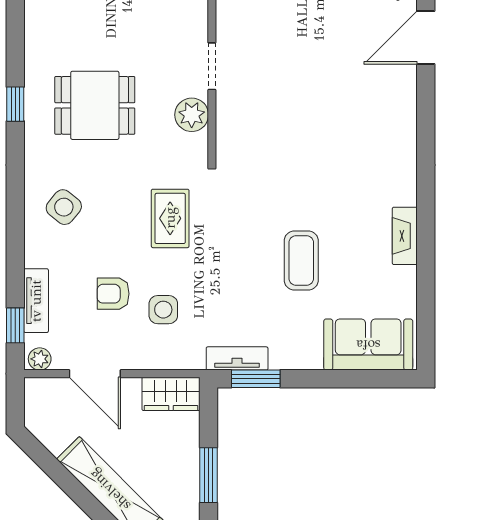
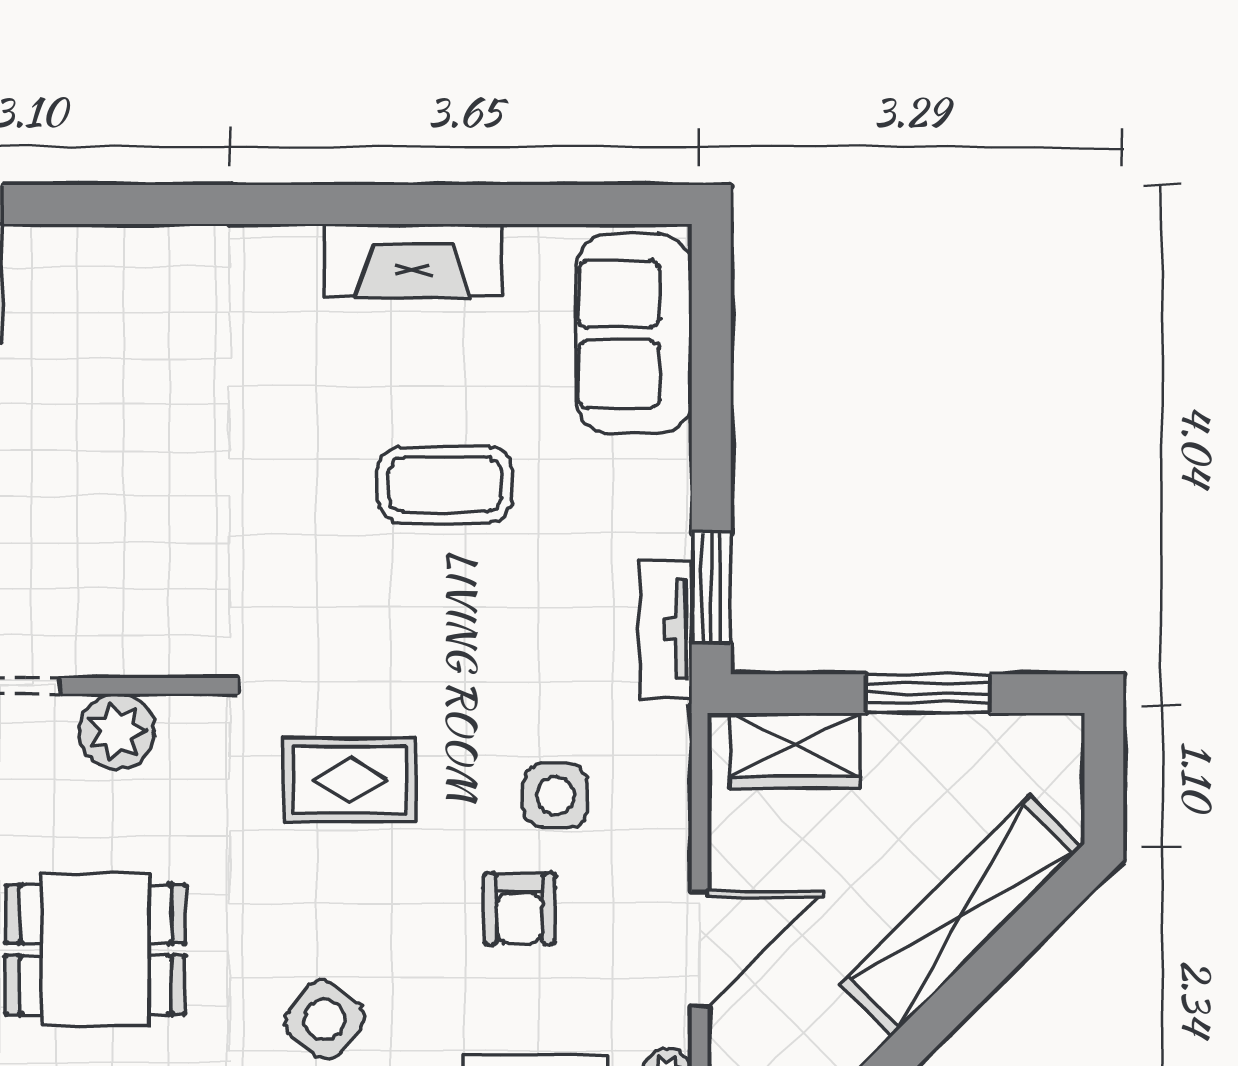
dining table: (95, 105) -> (96, 950), turned 90
fireplace: (405, 236) -> (413, 260), width x1.37, depth x1.32
wardrobe: (171, 394) -> (795, 751), moved, turned 90

